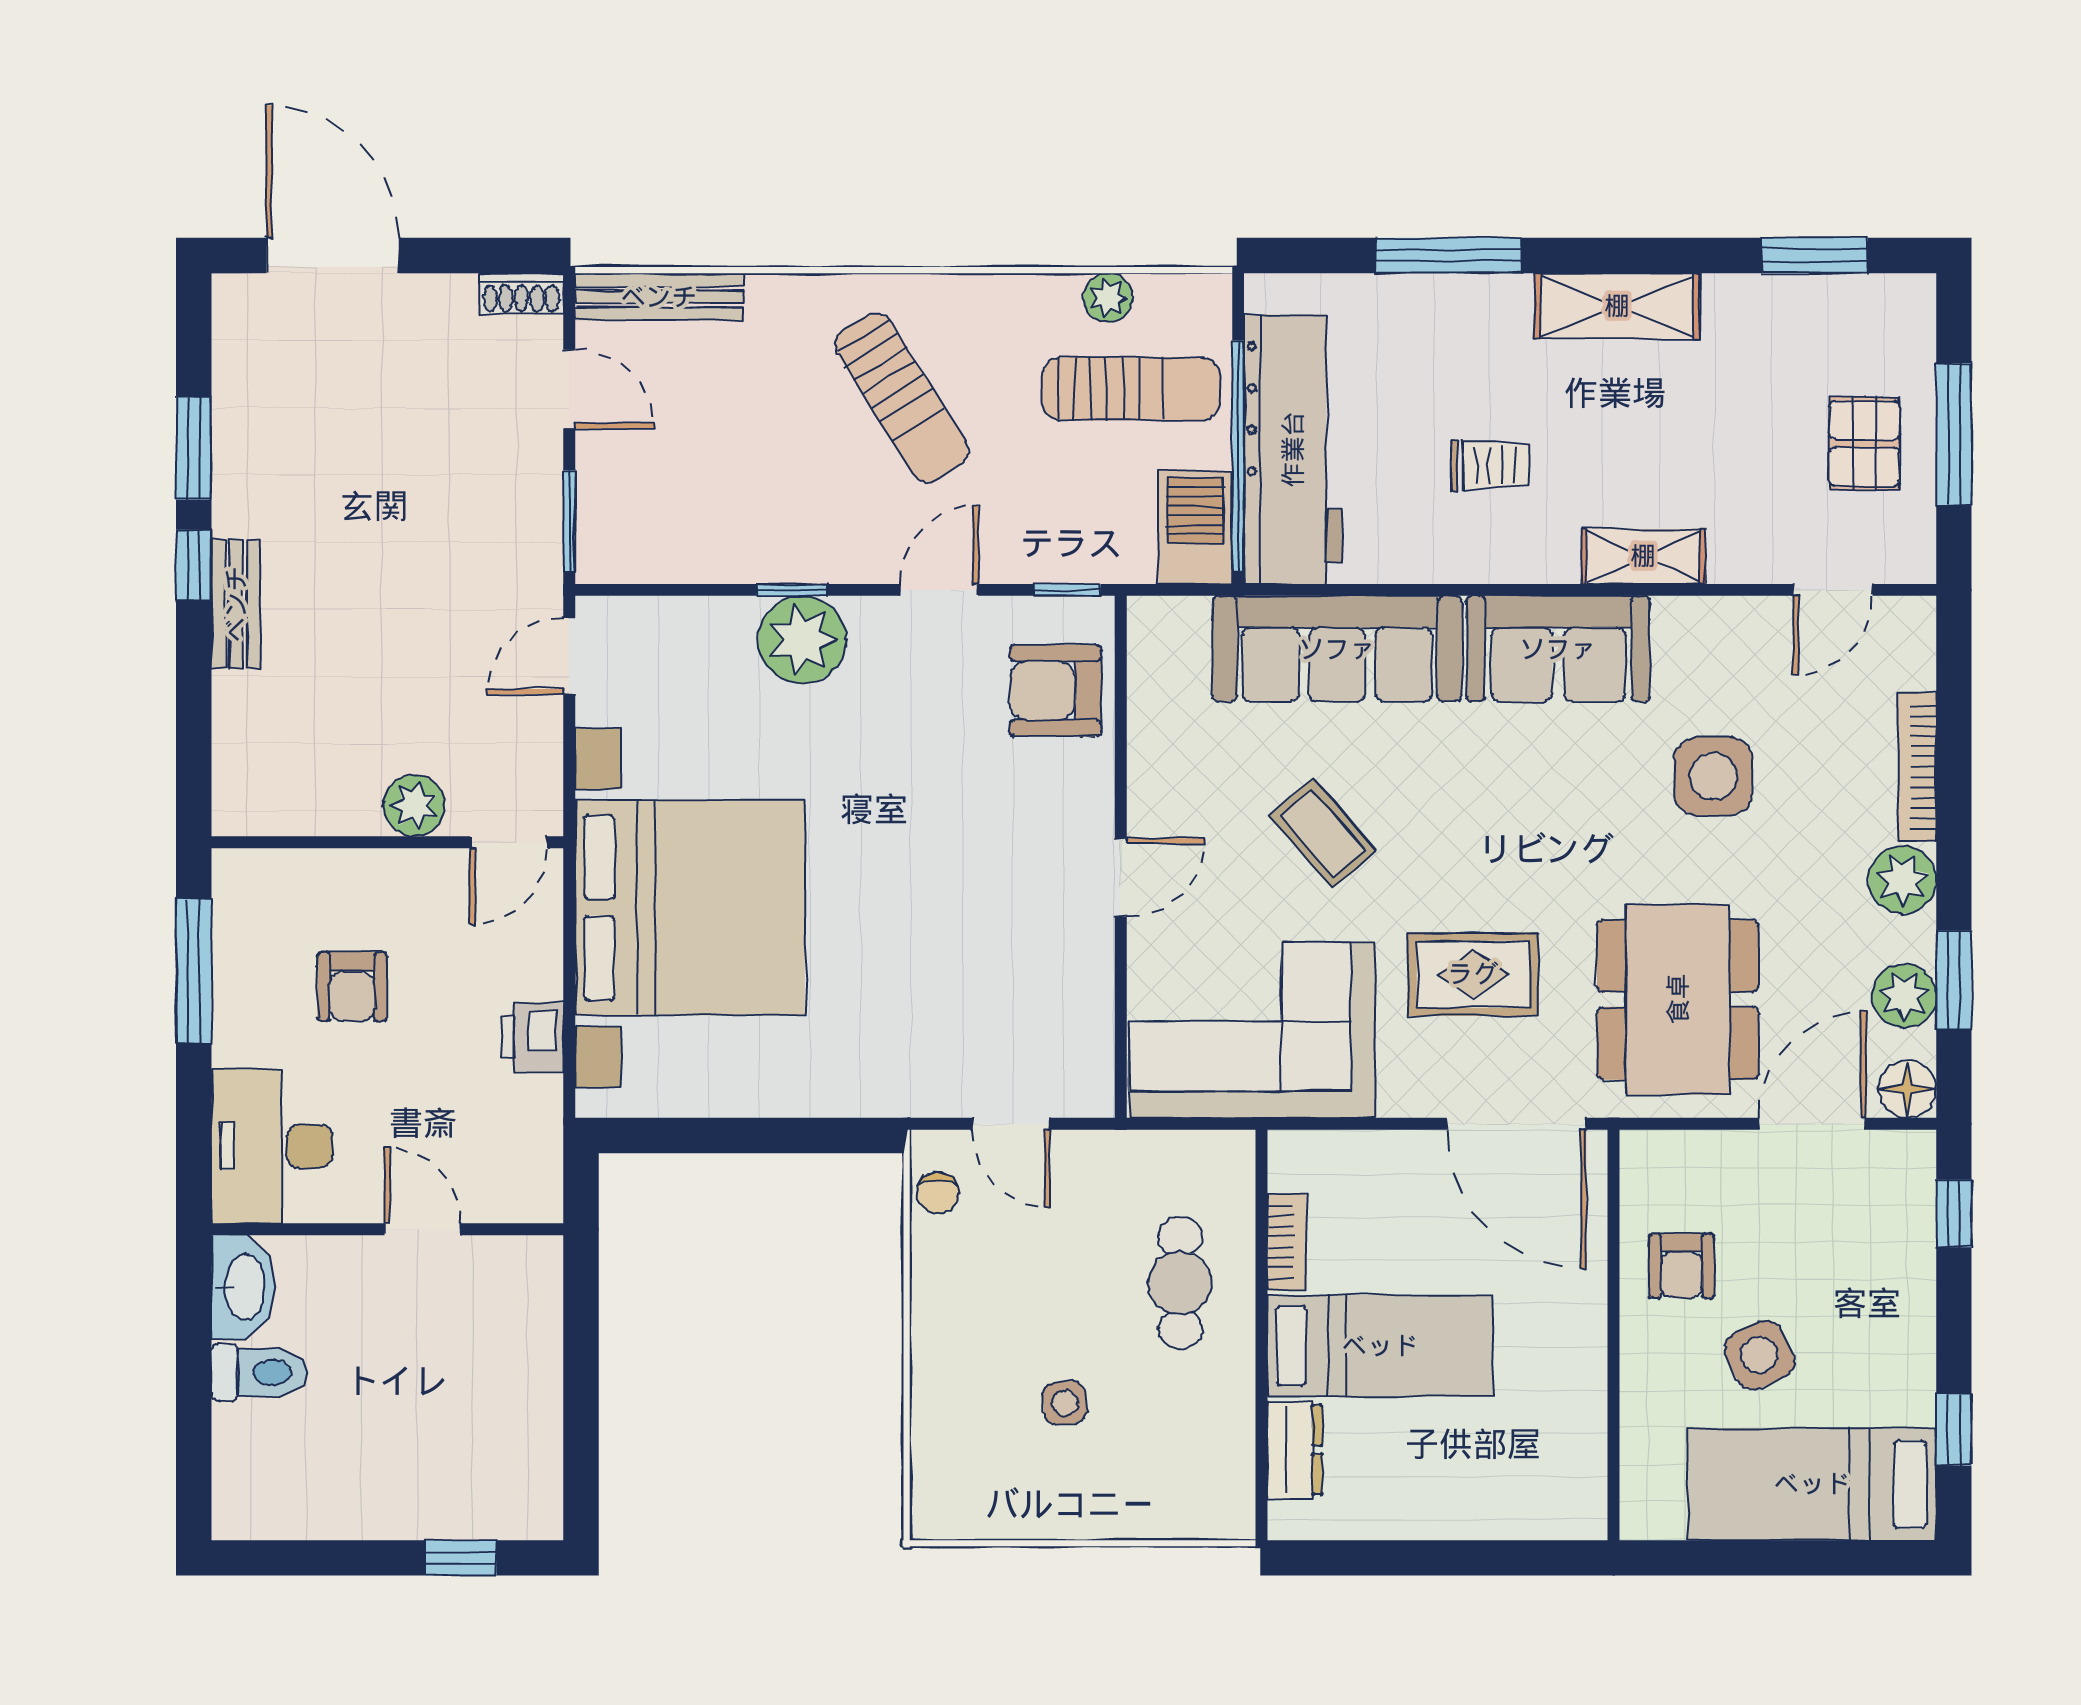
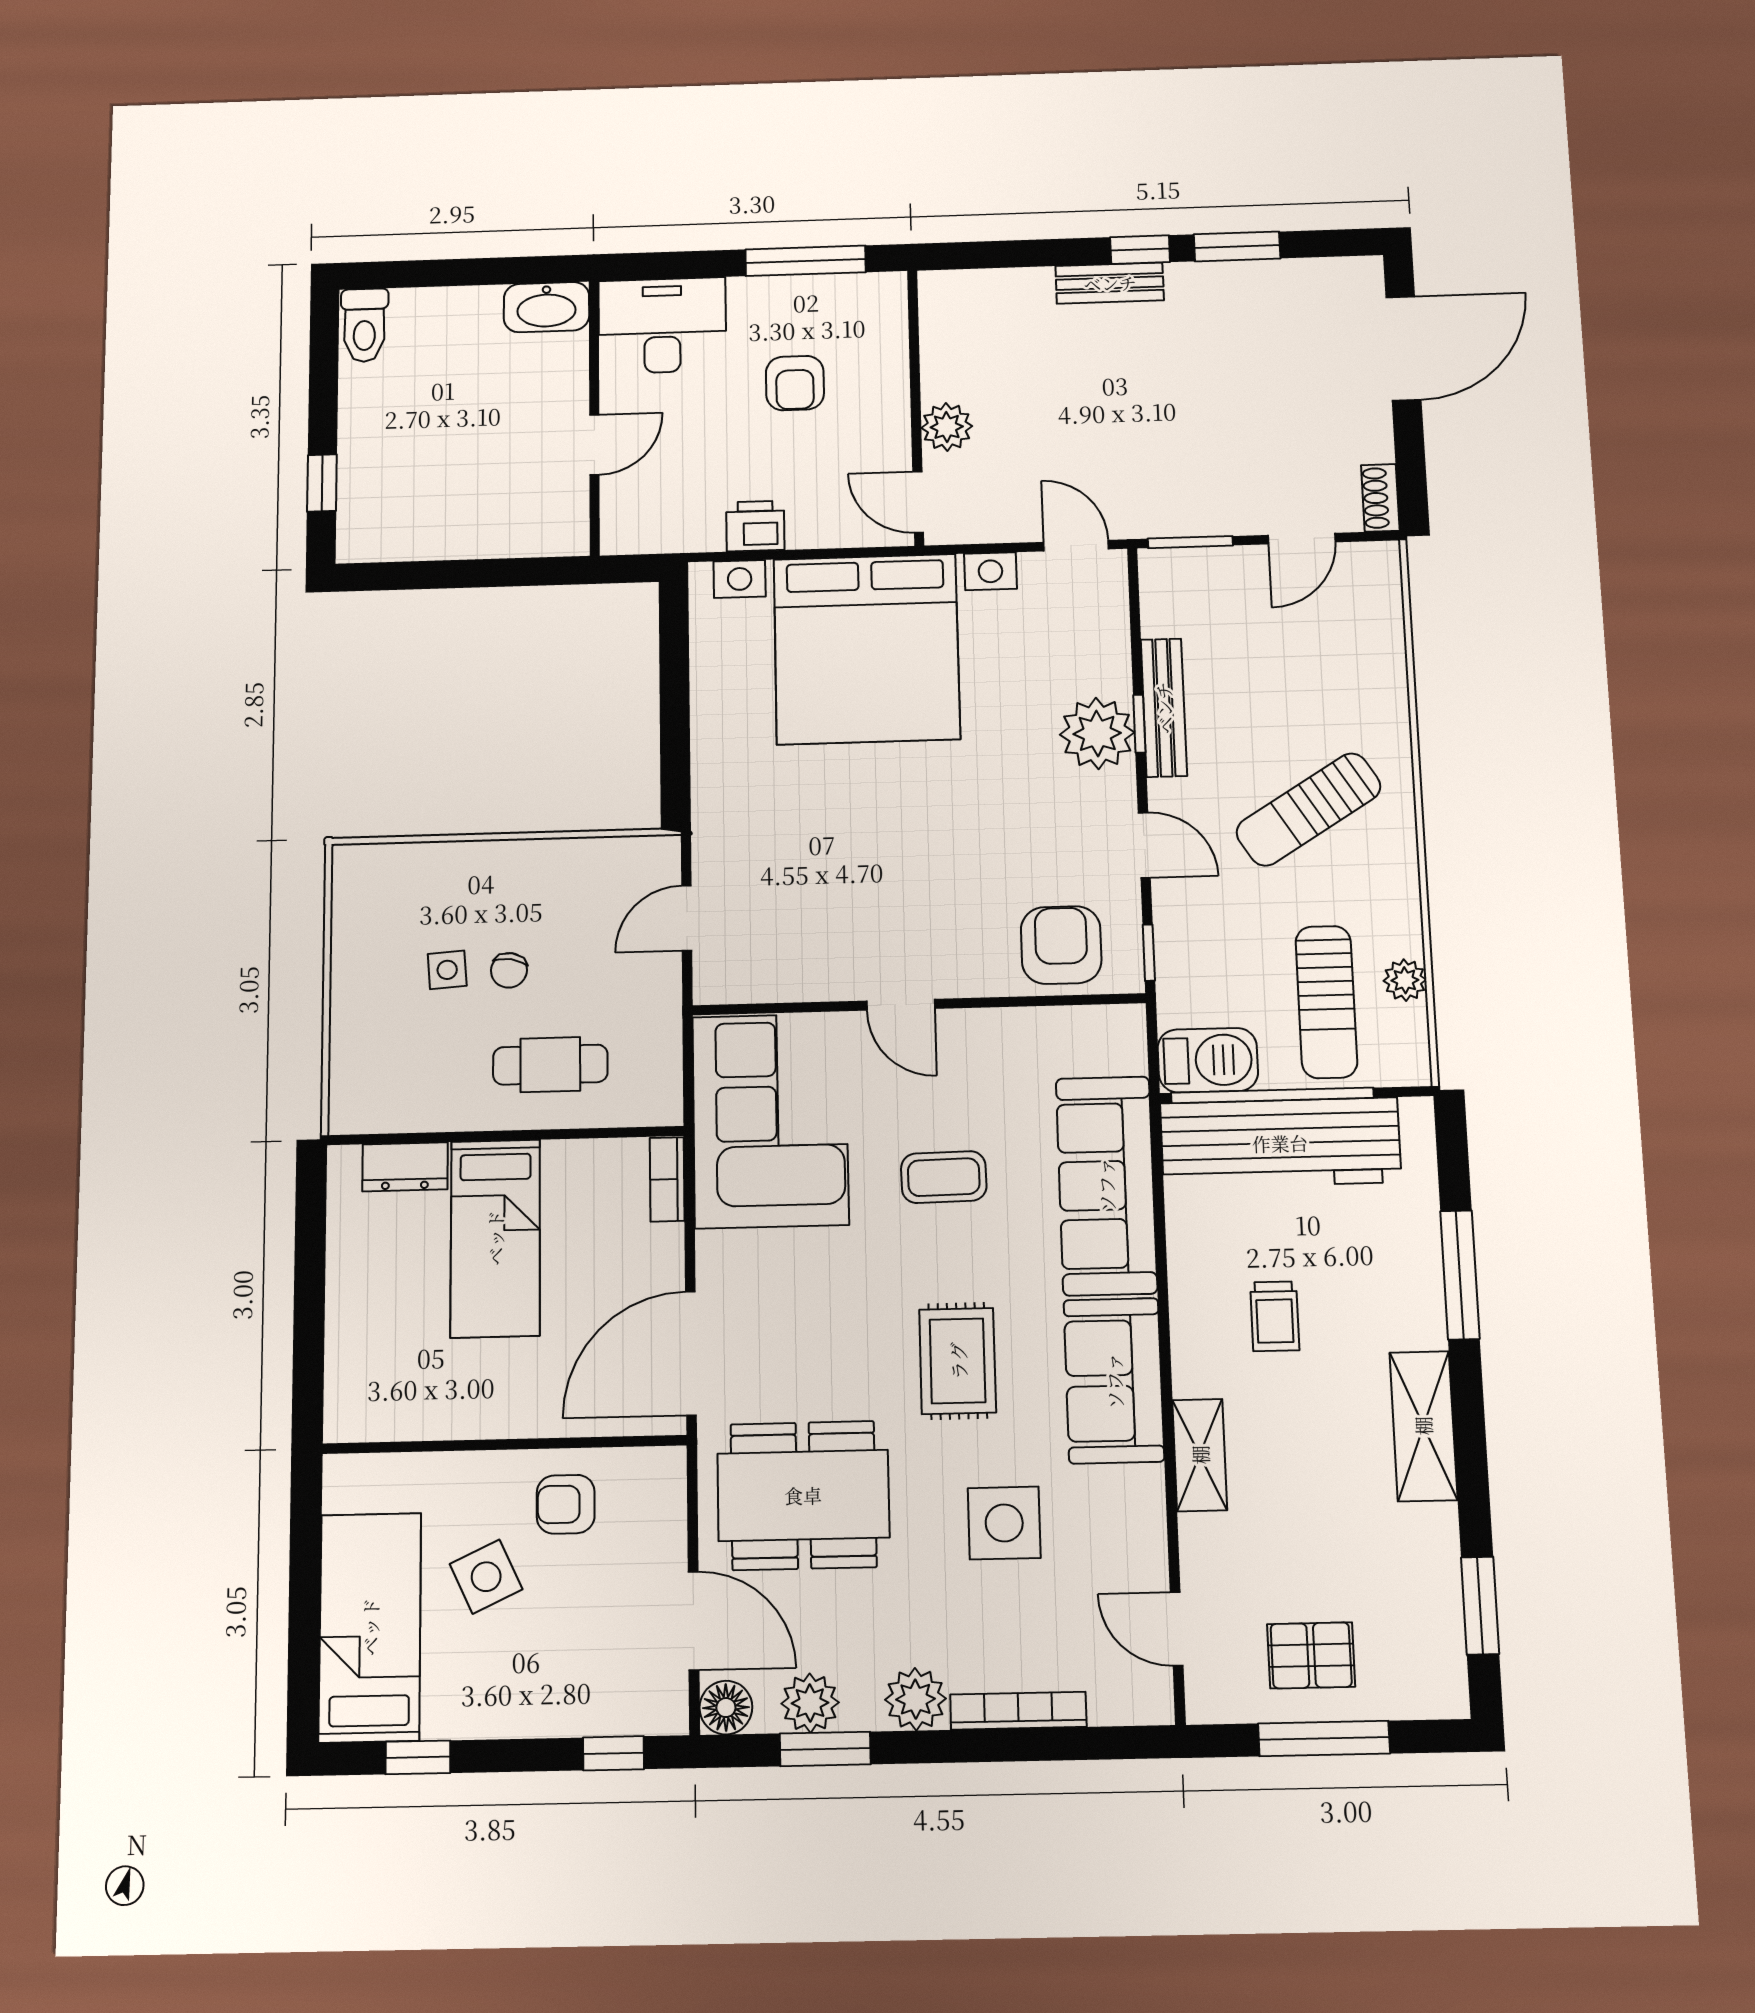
bench: (659, 297) -> (1164, 708), moved
coffee table: (1323, 833) -> (944, 1177), turned 40
rug: (1473, 974) -> (958, 1361), moved
armchair: (352, 987) -> (795, 383), turned -90
chair: (938, 1193) -> (509, 970), moved, turned -80
bookcase: (1287, 1242) -> (667, 1179), moved, turned 90
toilet: (259, 1372) -> (364, 325), moved

